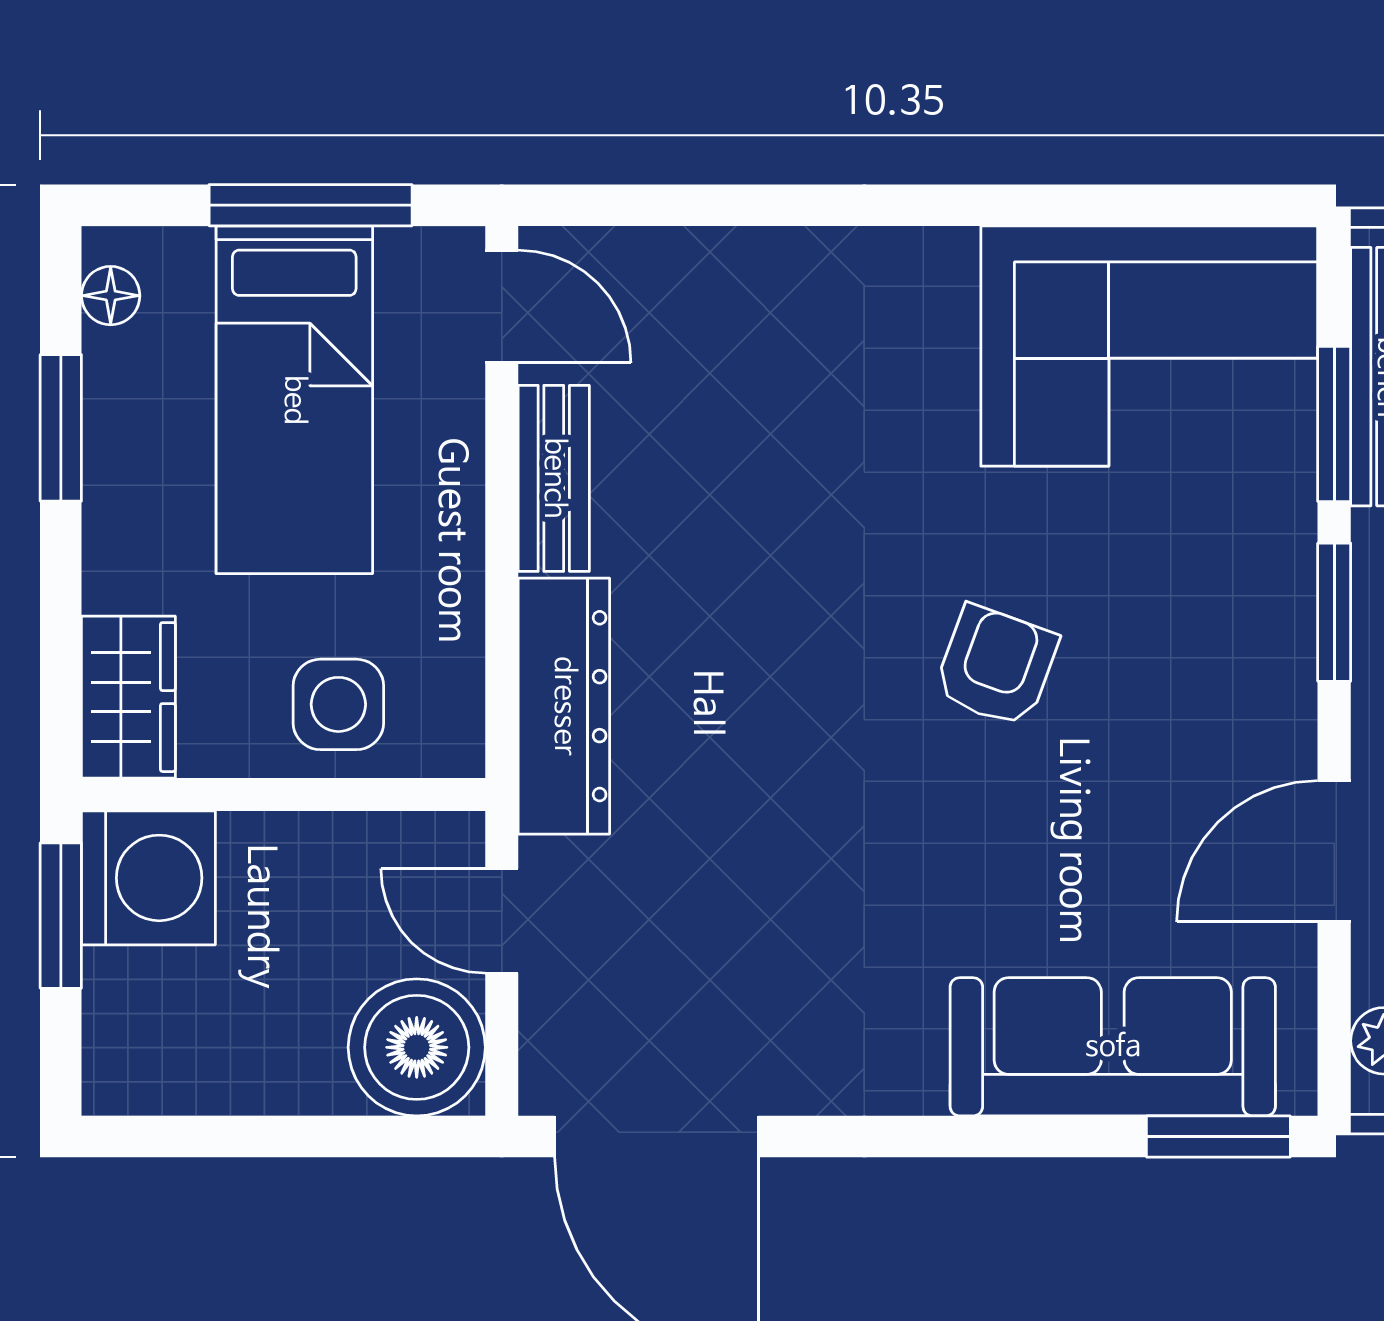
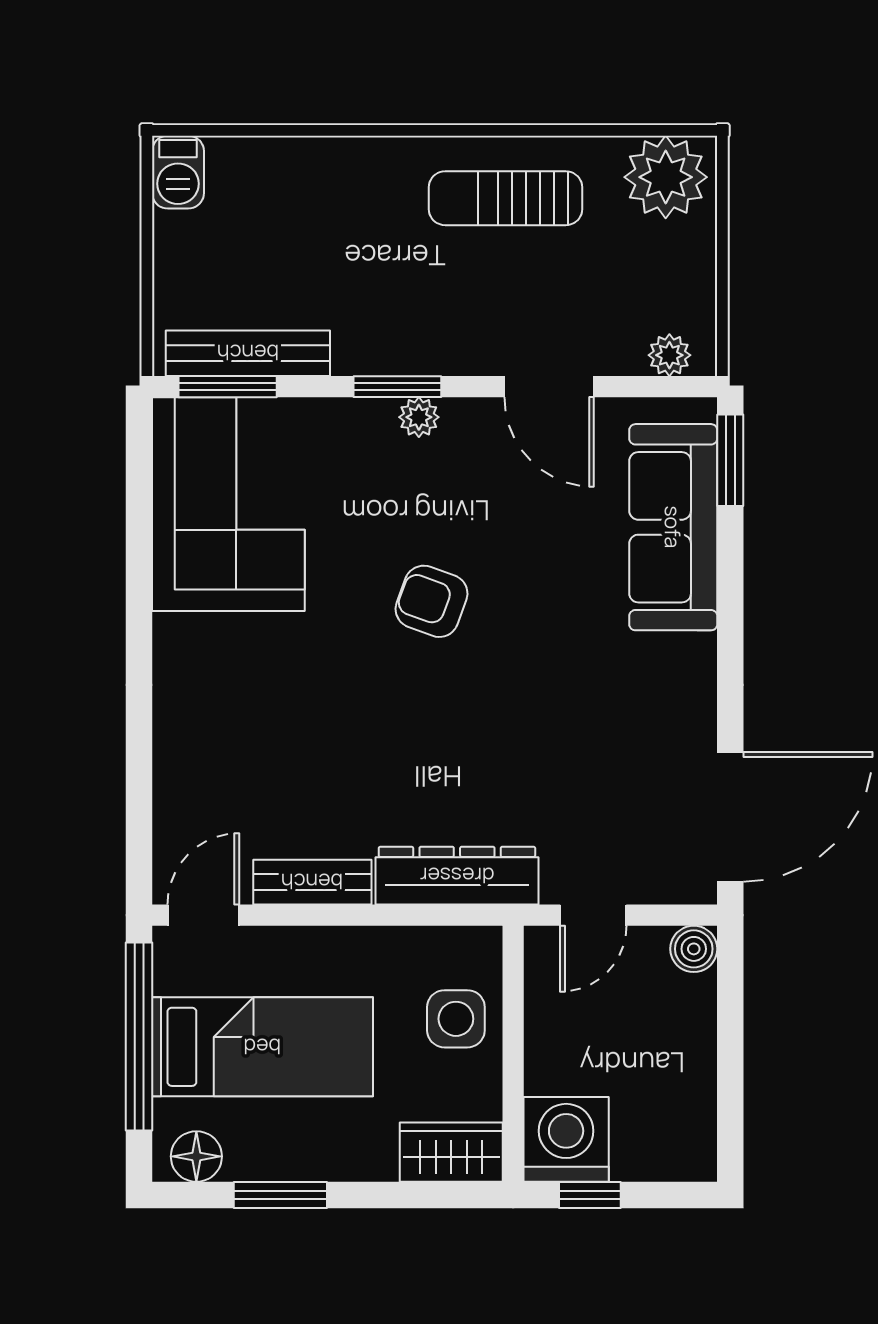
window: (311, 205) -> (139, 1036), width x1.46
floor lamp: (111, 296) -> (196, 1156), width x1.37, depth x1.37
window: (1334, 424) -> (228, 387), moved
plant: (1286, 646) -> (419, 417), added
window: (61, 916) -> (590, 1195), width x0.67
boiler: (417, 1047) -> (694, 949), width x0.54, depth x0.54

